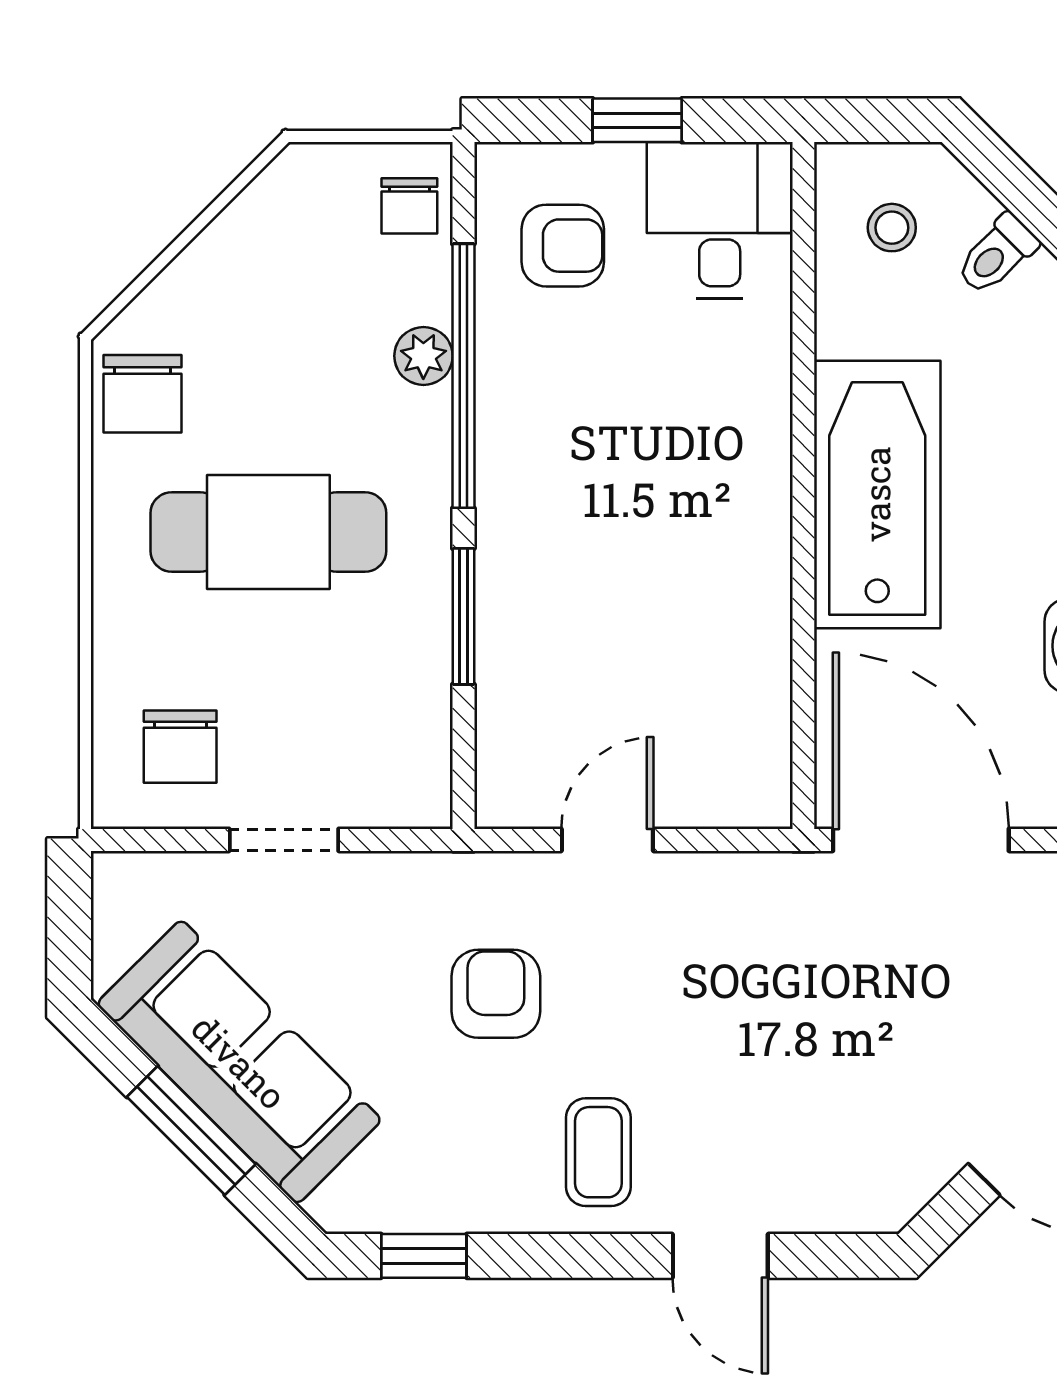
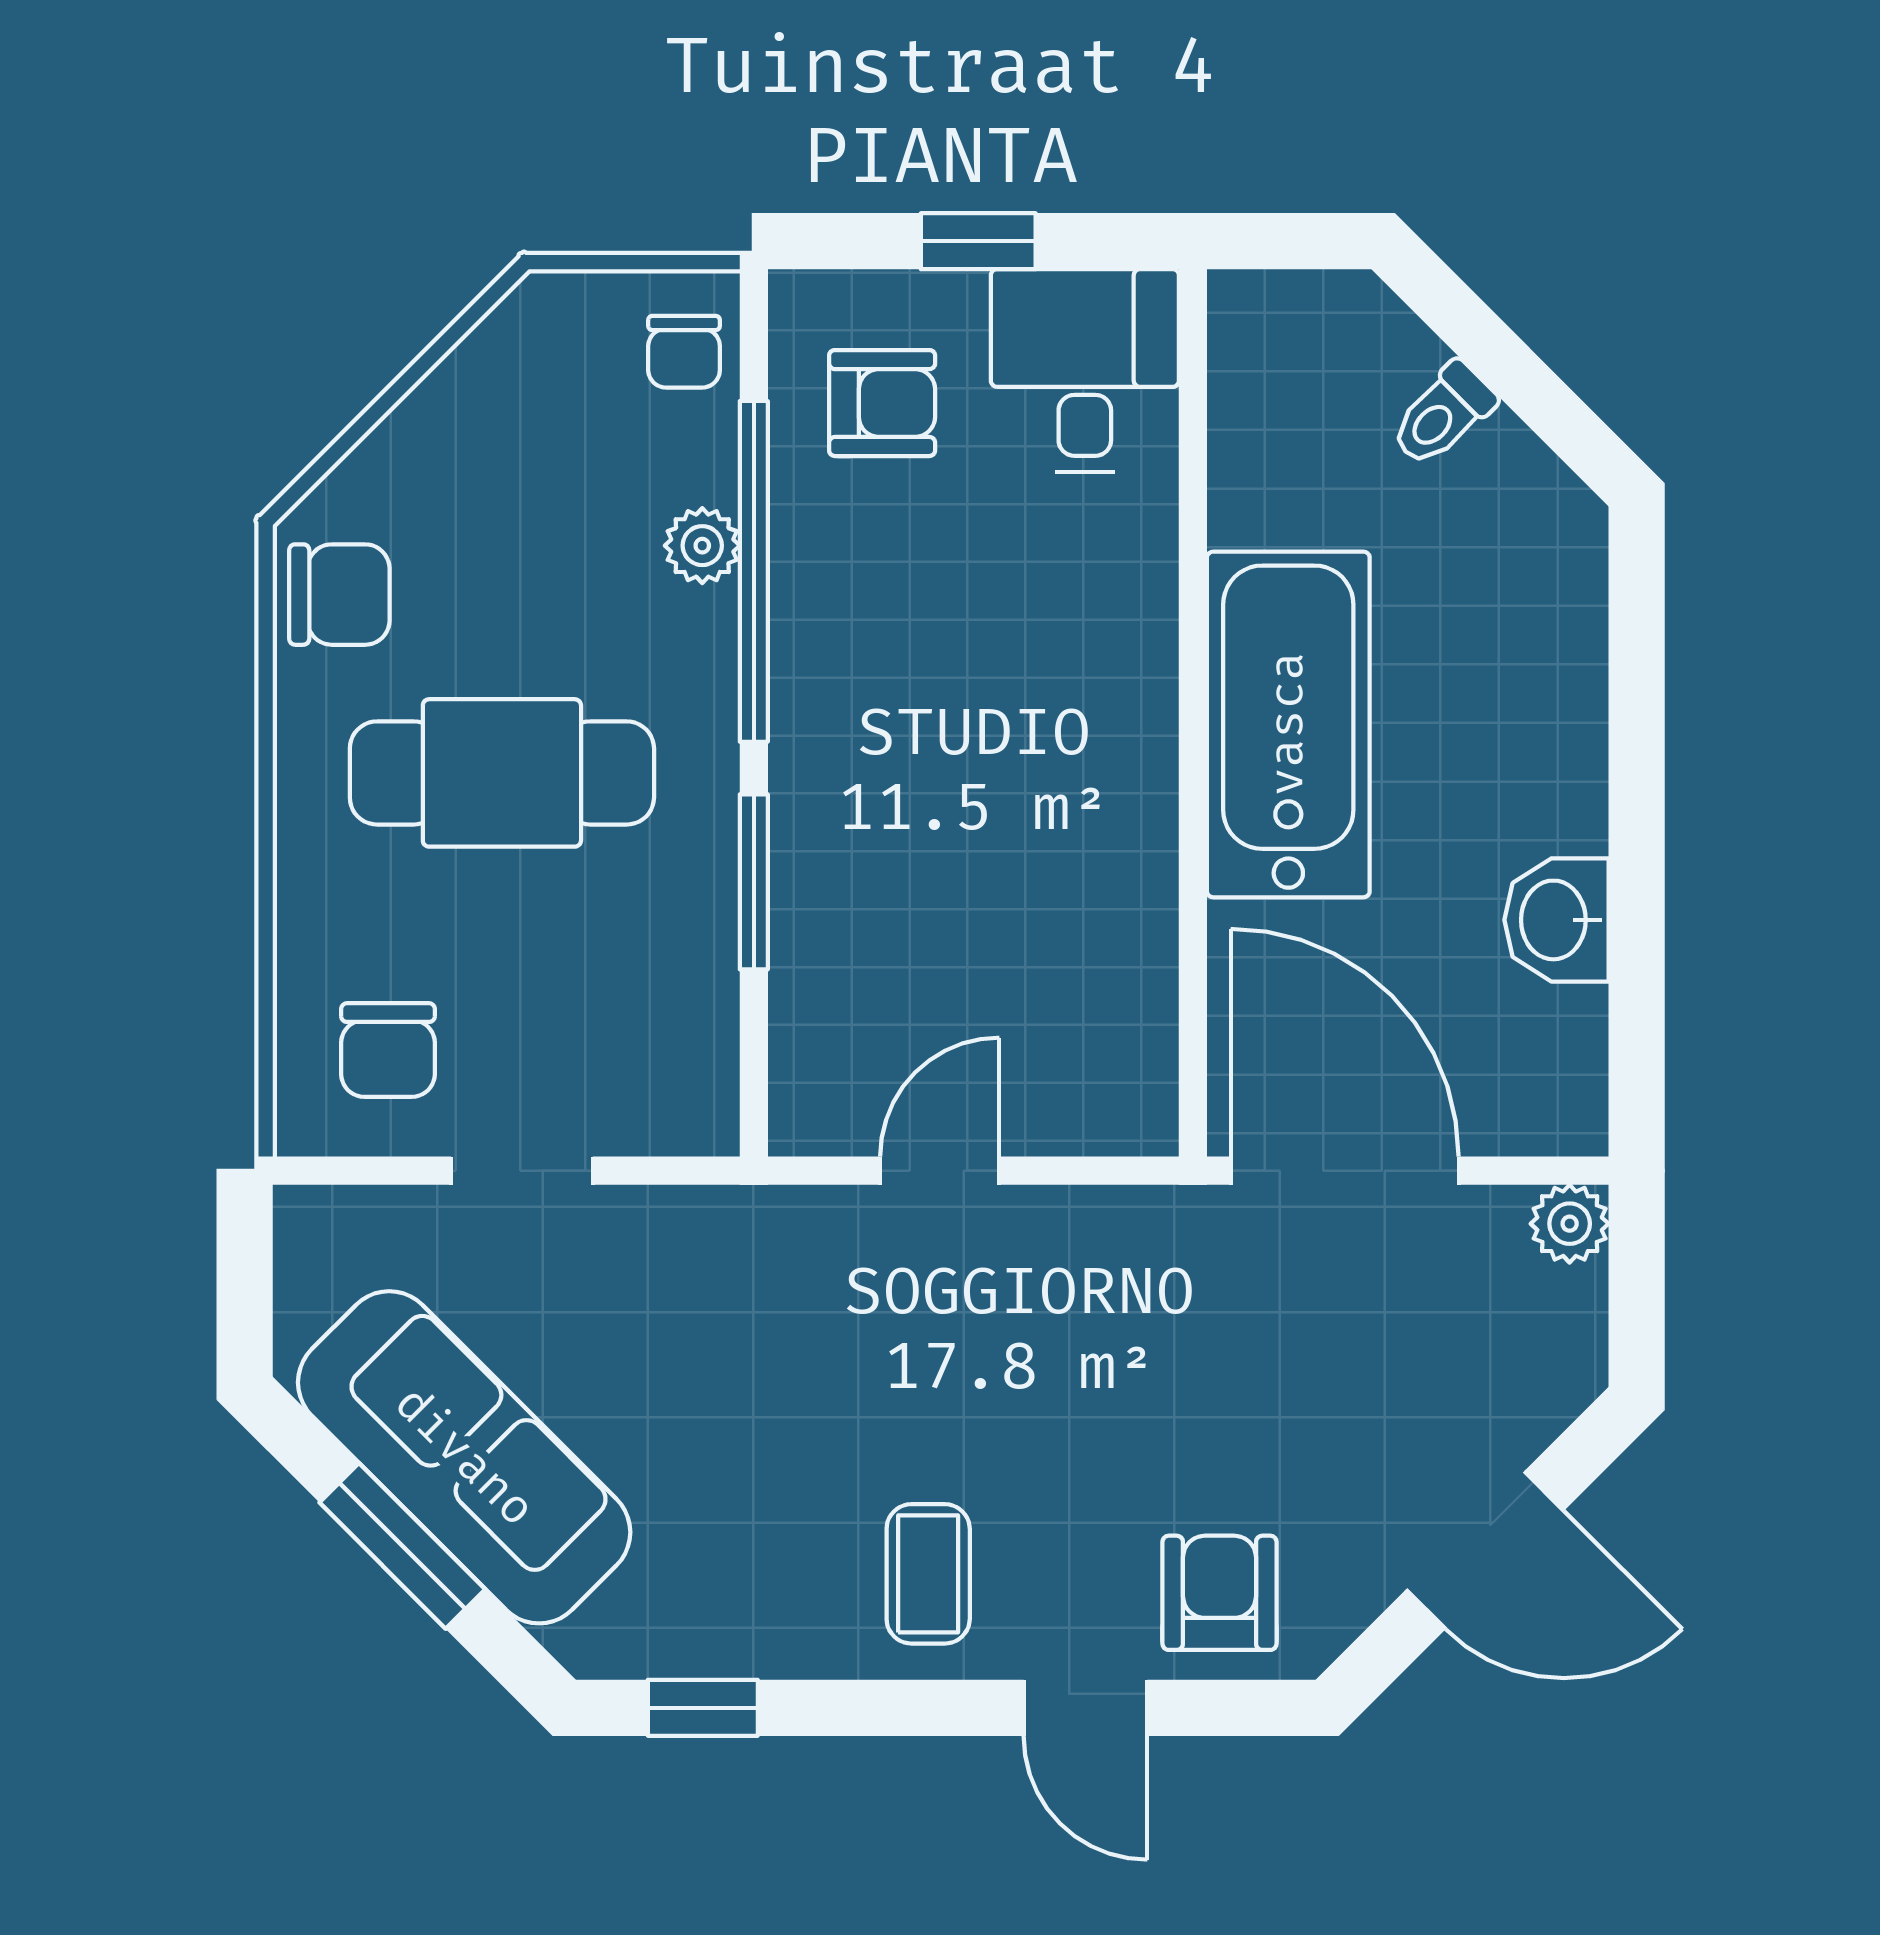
stool: (892, 228) -> (1307, 380), removed
chair: (143, 394) -> (339, 595), turned -90
armchair: (496, 994) -> (1220, 1593), moved

